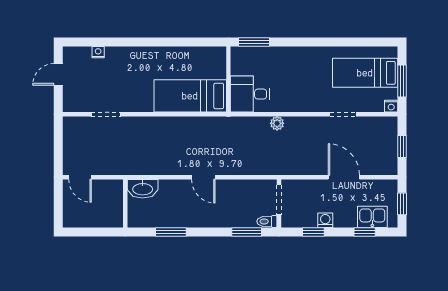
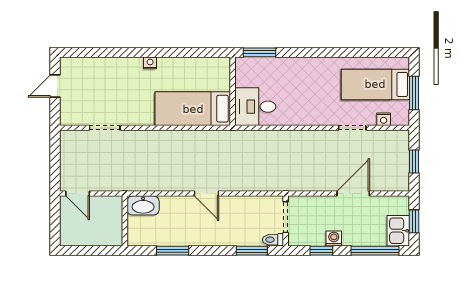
nightstand: (98, 52) -> (150, 63), moved
nightstand: (391, 106) -> (384, 119), moved
plant: (277, 123) -> (283, 137), removed
door: (344, 177) -> (353, 194), hinge flipped
kitchen sink: (372, 217) -> (398, 231), moved, turned -90
window: (365, 232) -> (375, 251), width x2.17

